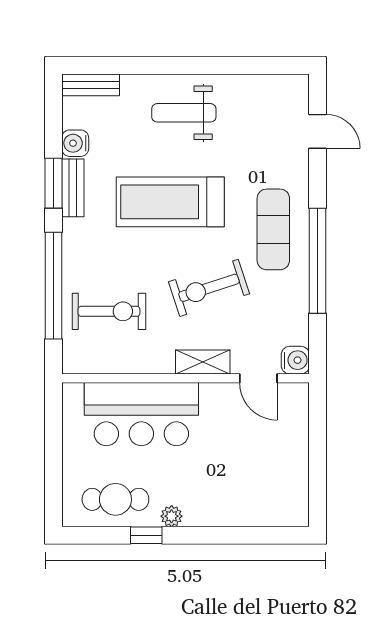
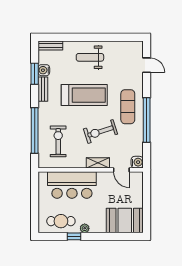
window: (53, 183) -> (35, 74), moved
treadmill: (170, 202) -> (84, 95), turned 180
exercise bike: (109, 311) -> (58, 141), turned -90
booth: (266, 498) -> (125, 221), added

